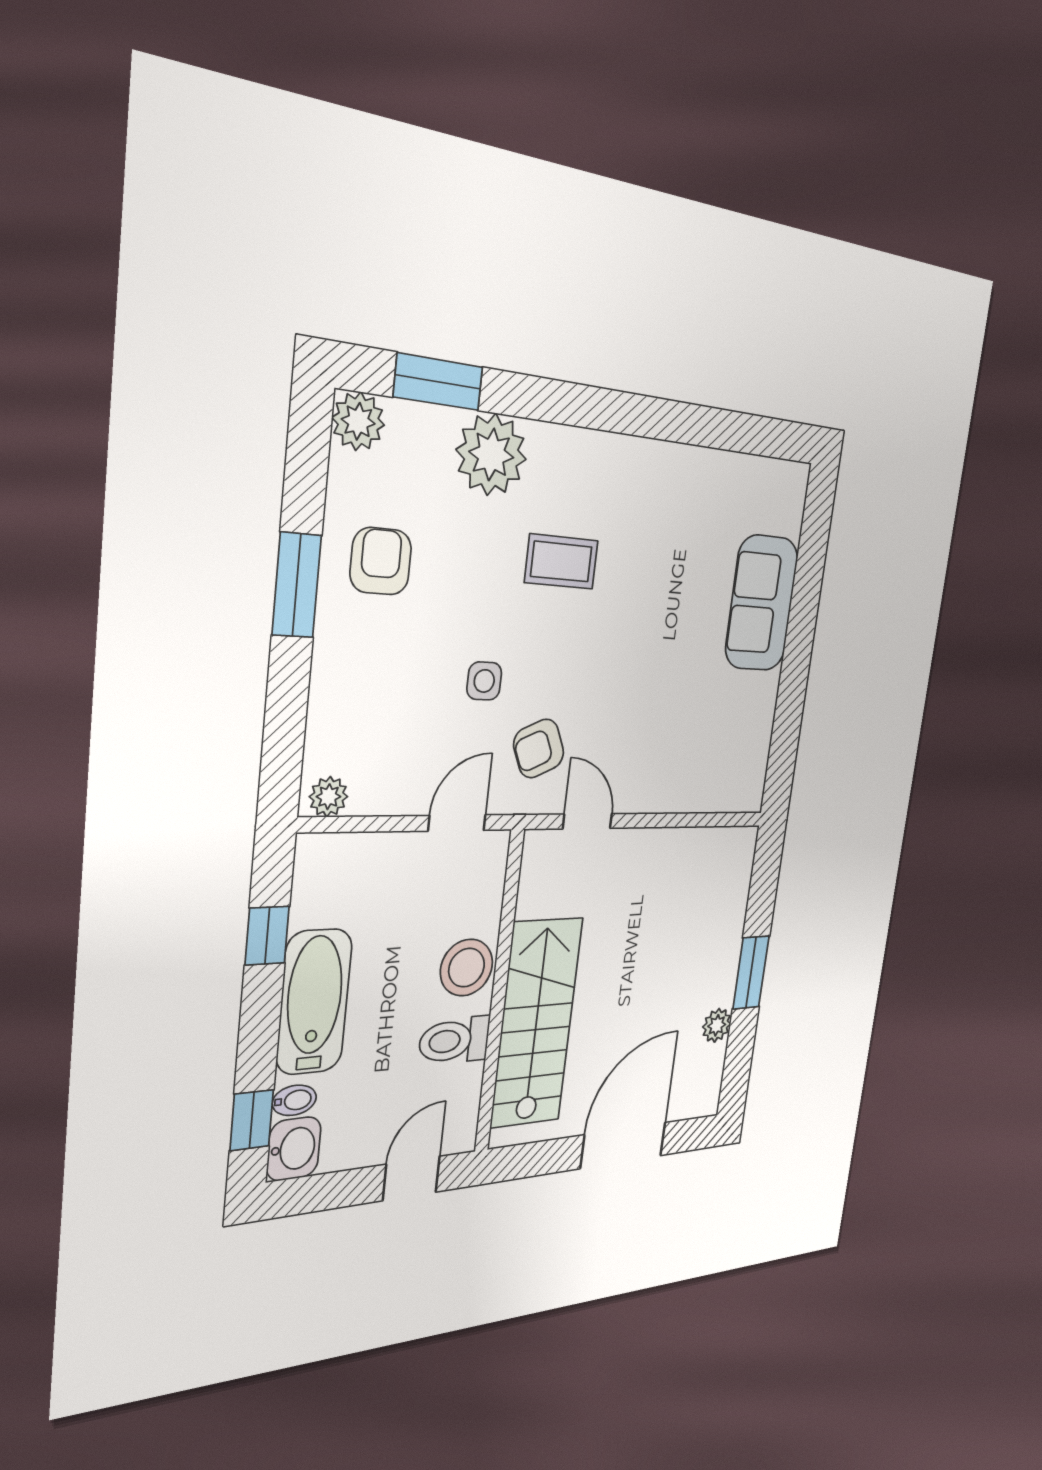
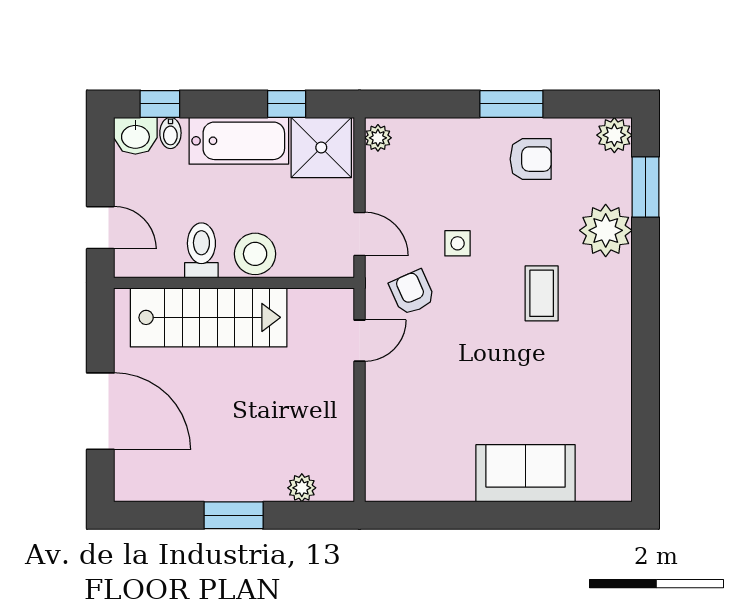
shower: (334, 881) -> (321, 147), added
plant: (717, 1025) -> (302, 488), moved

